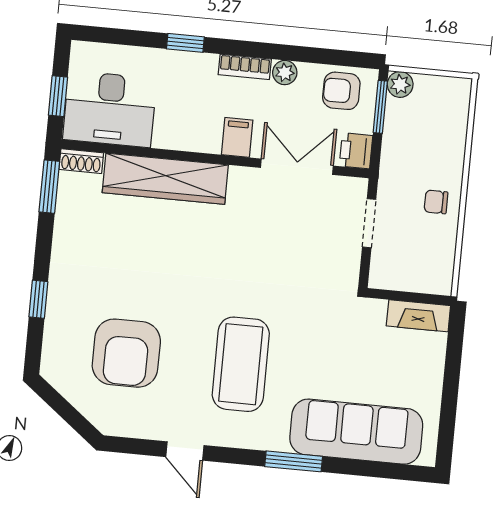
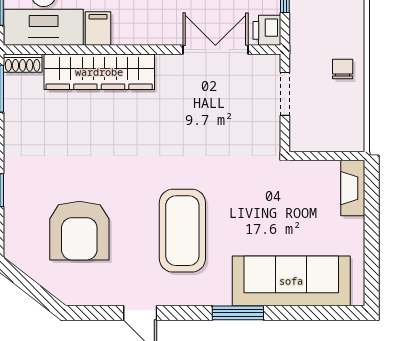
filing cabinet: (237, 137) -> (98, 29), moved
chair: (436, 202) -> (343, 69), turned 90
fireplace: (418, 316) -> (353, 188), moved, turned 90

